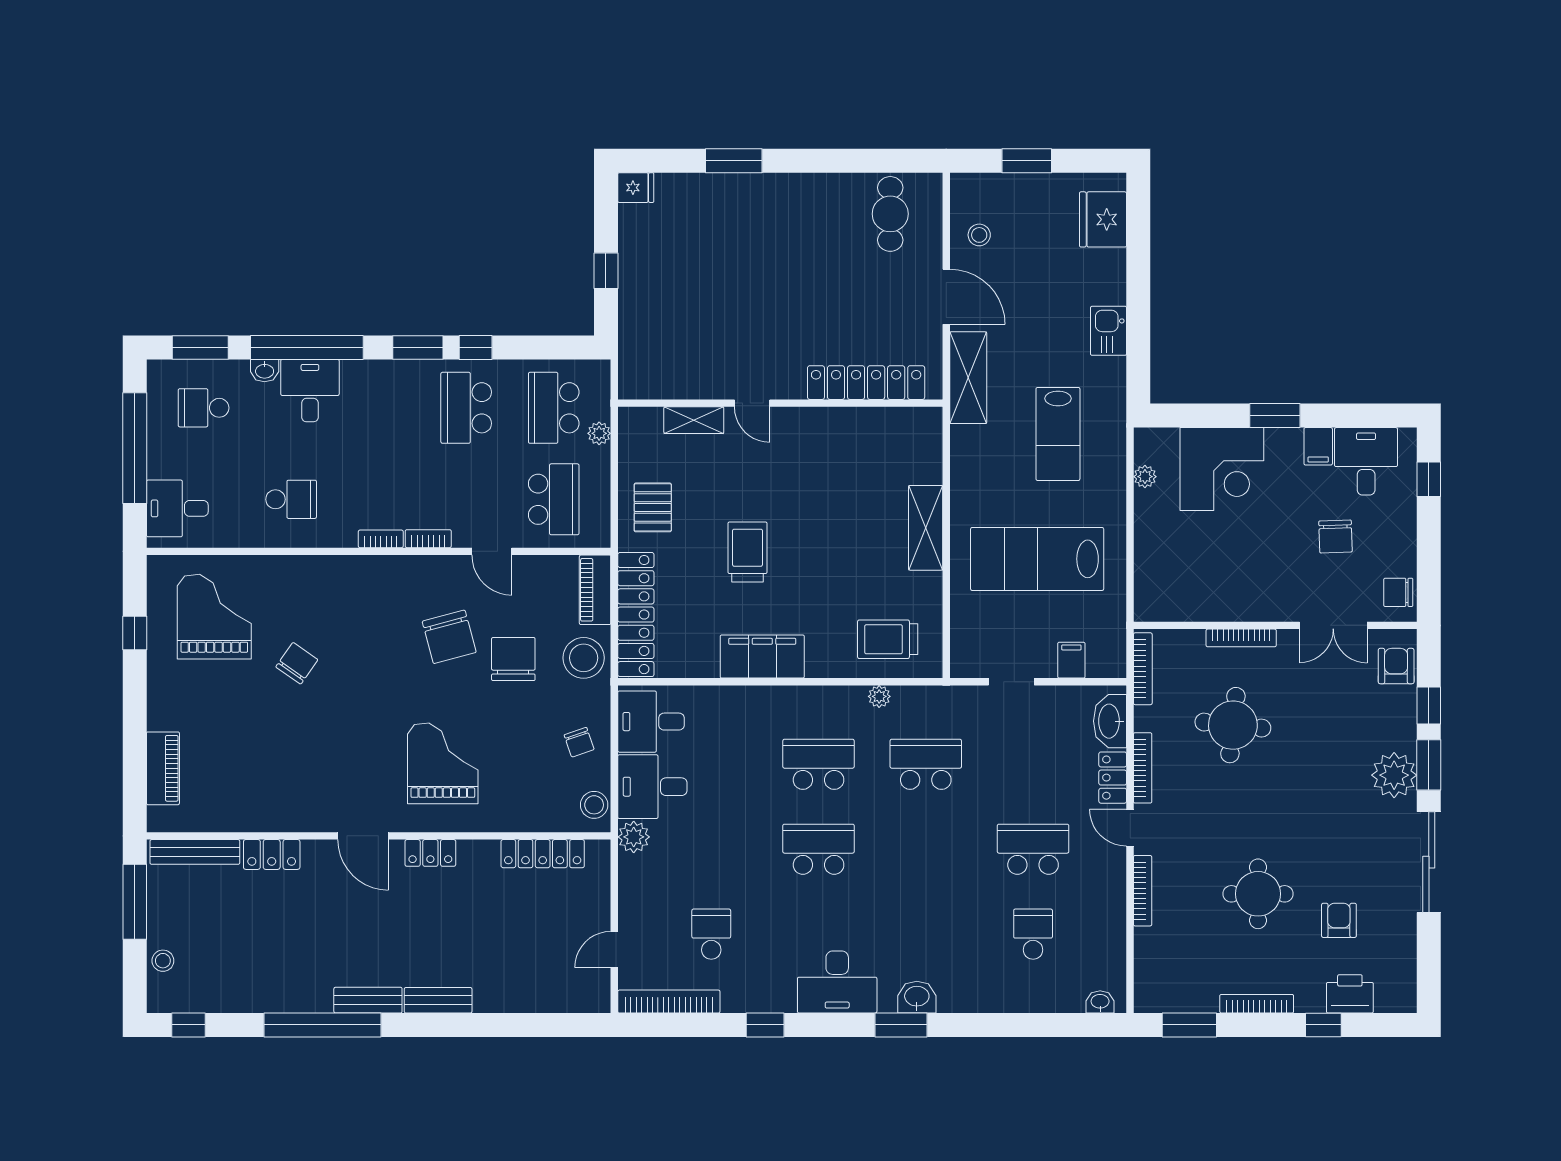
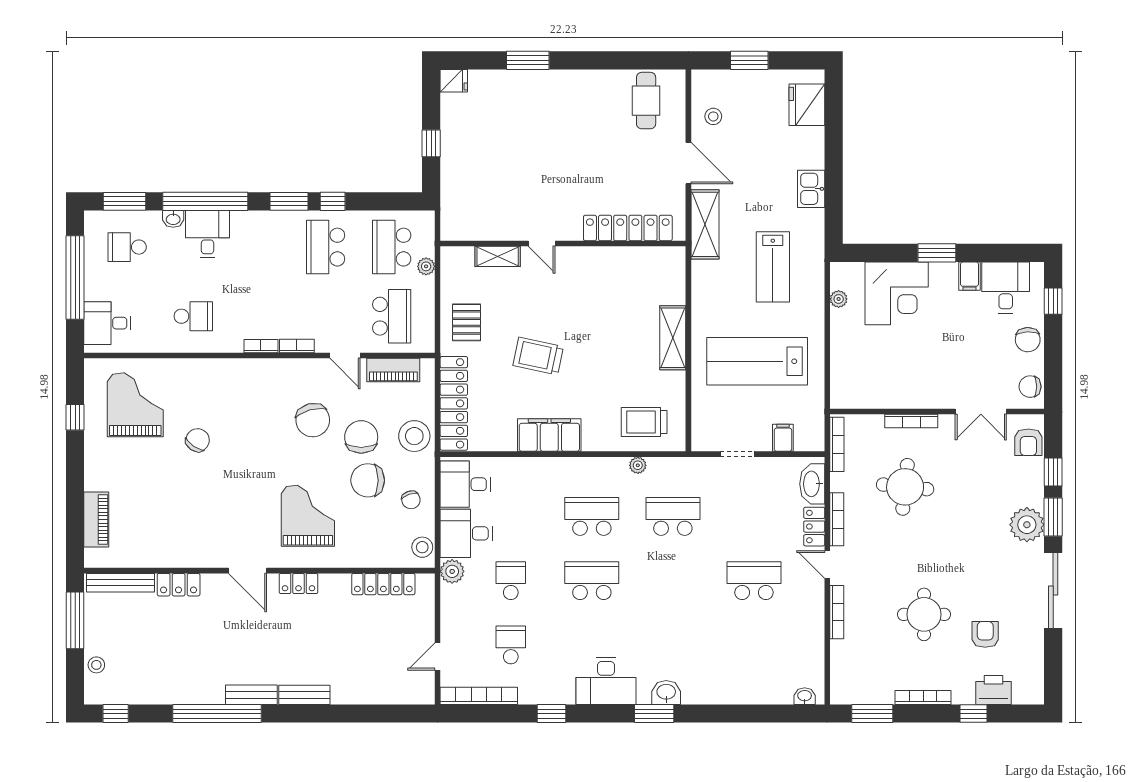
chair: (1336, 536) -> (1028, 340), moved
trolley: (748, 552) -> (538, 356), turned -78
piano: (595, 590) -> (393, 370), moved, turned -90
armchair: (1396, 666) -> (1028, 442), turned 180
chair: (522, 716) -> (368, 480), added
school desk: (1033, 934) -> (511, 581), moved

